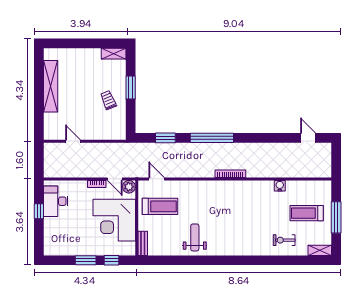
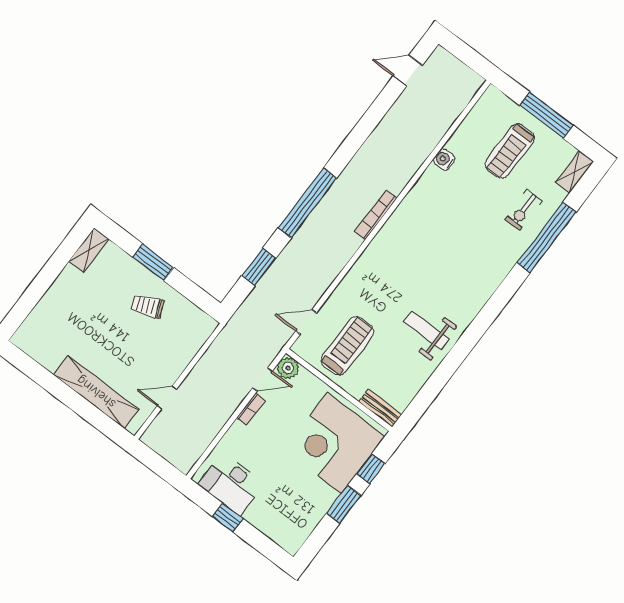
shelving: (51, 86) -> (96, 392), moved
corner desk: (114, 220) -> (334, 443), moved, turned 90
window: (280, 260) -> (546, 238), added

